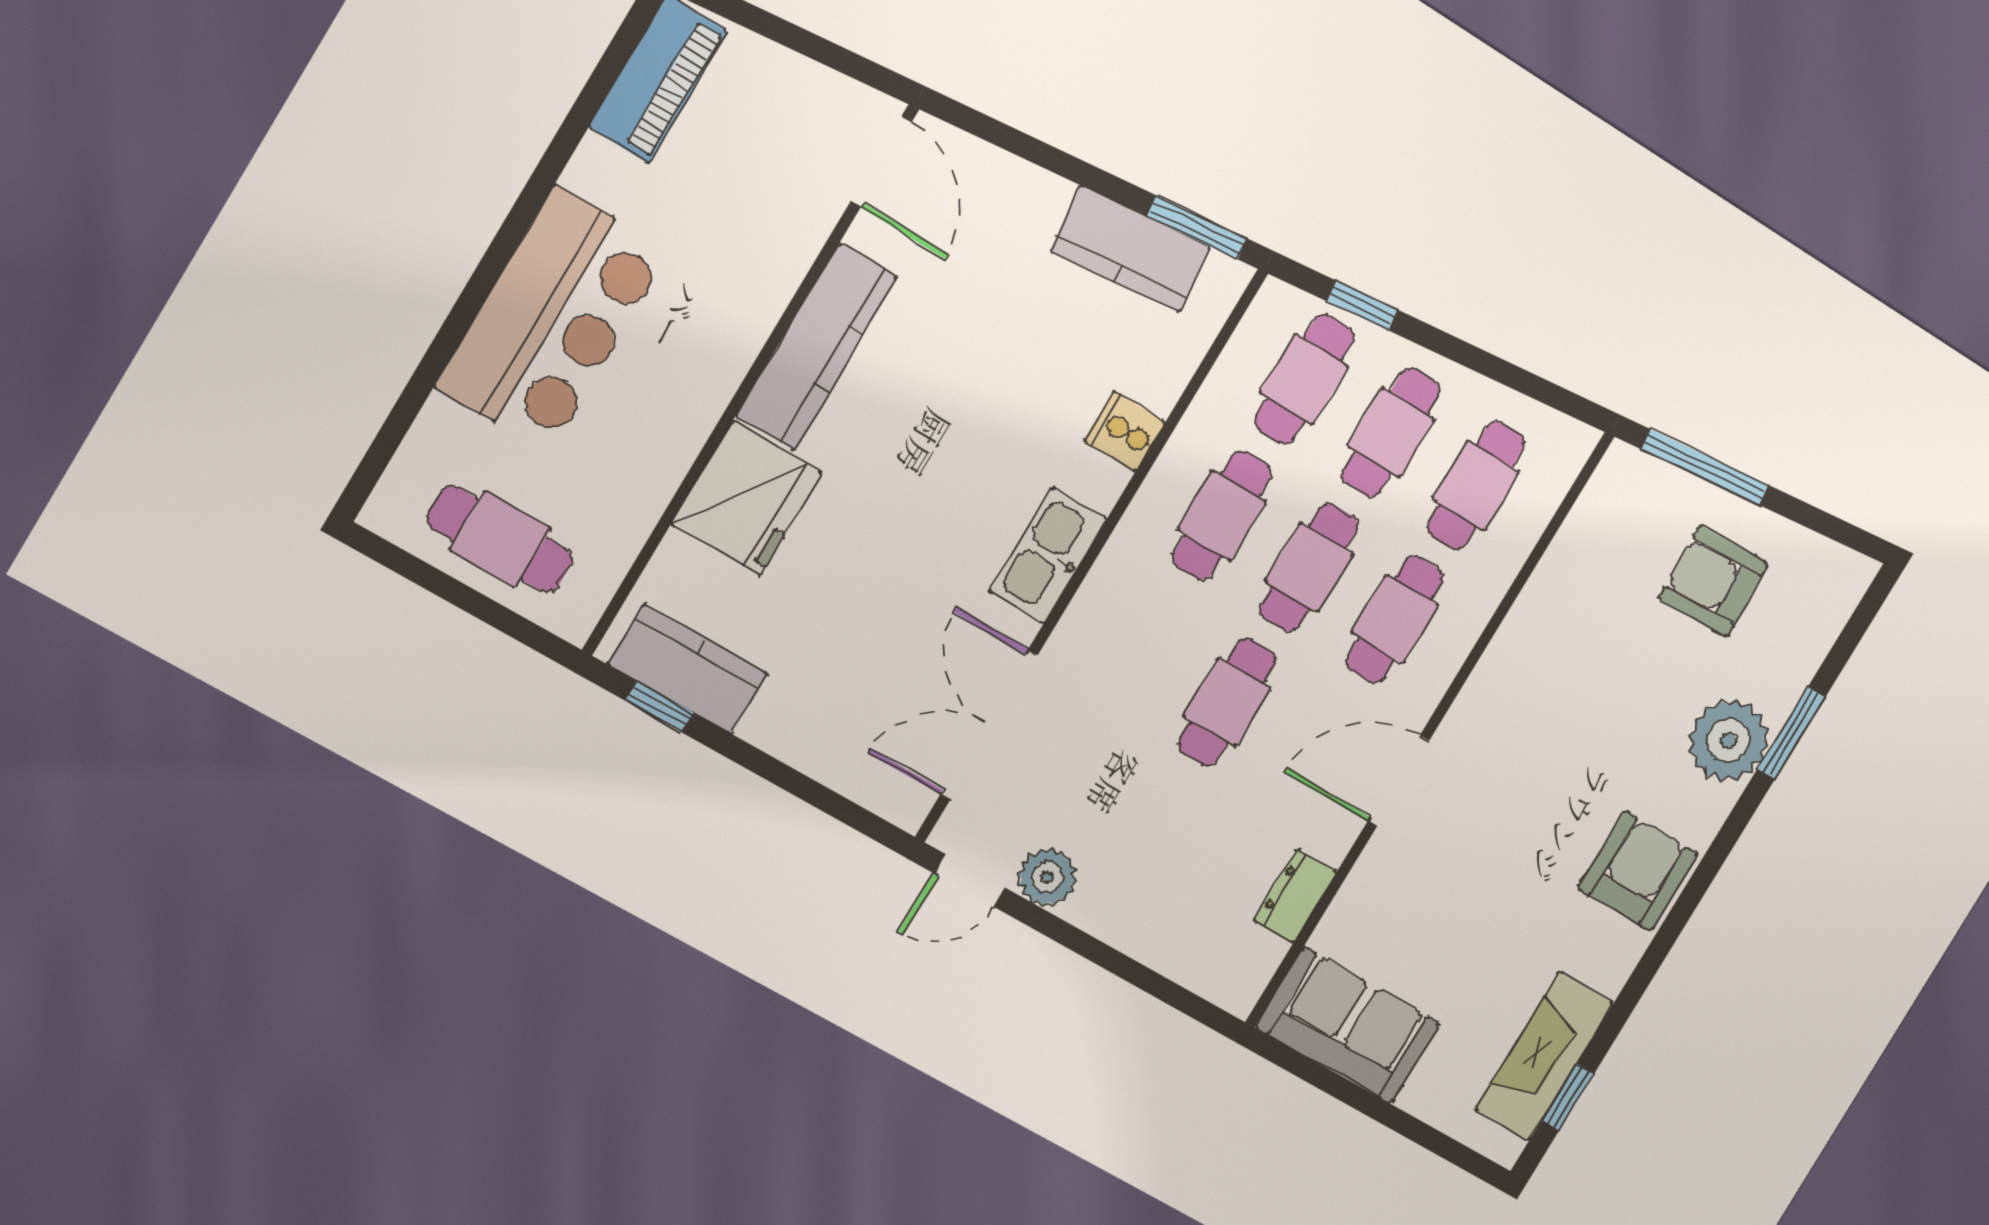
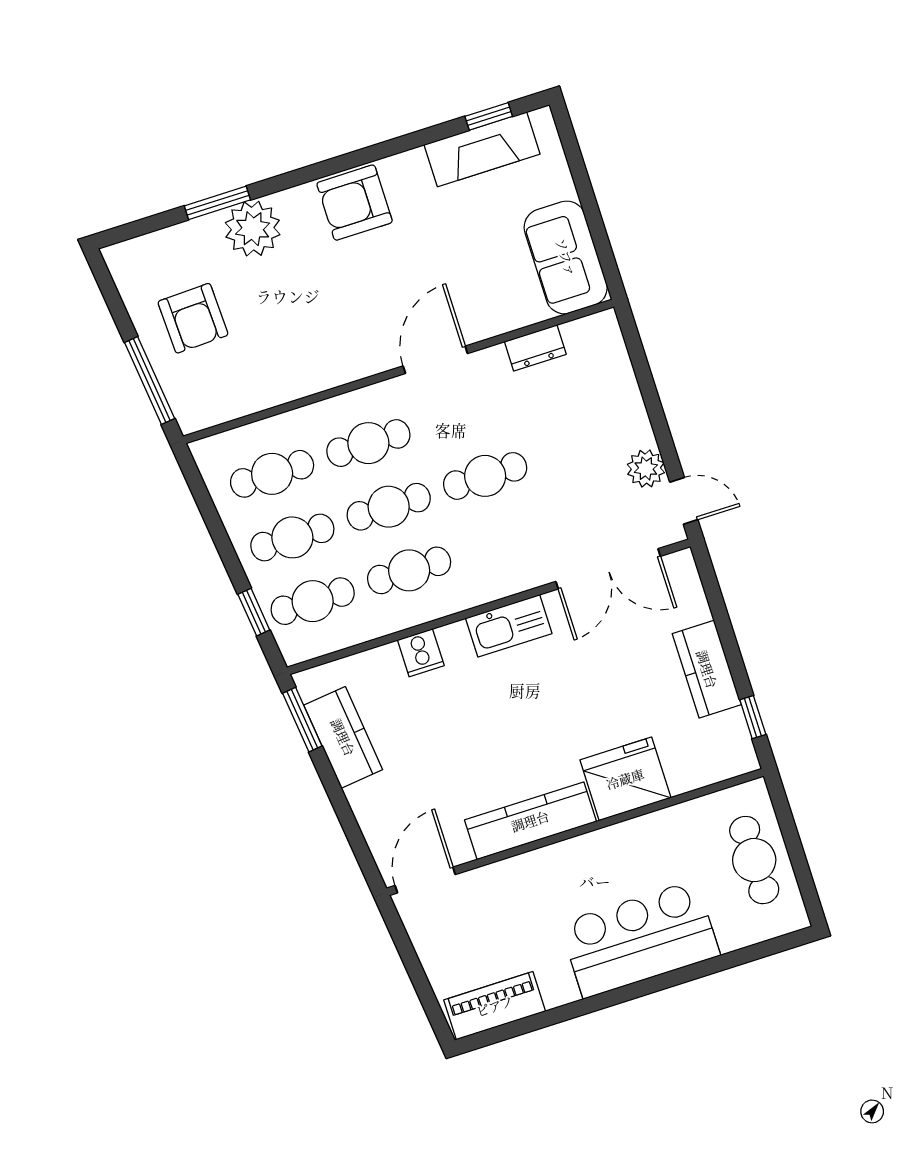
kitchen counter: (688, 669) -> (707, 669), moved
door: (1398, 781) -> (435, 360), swing flipped

